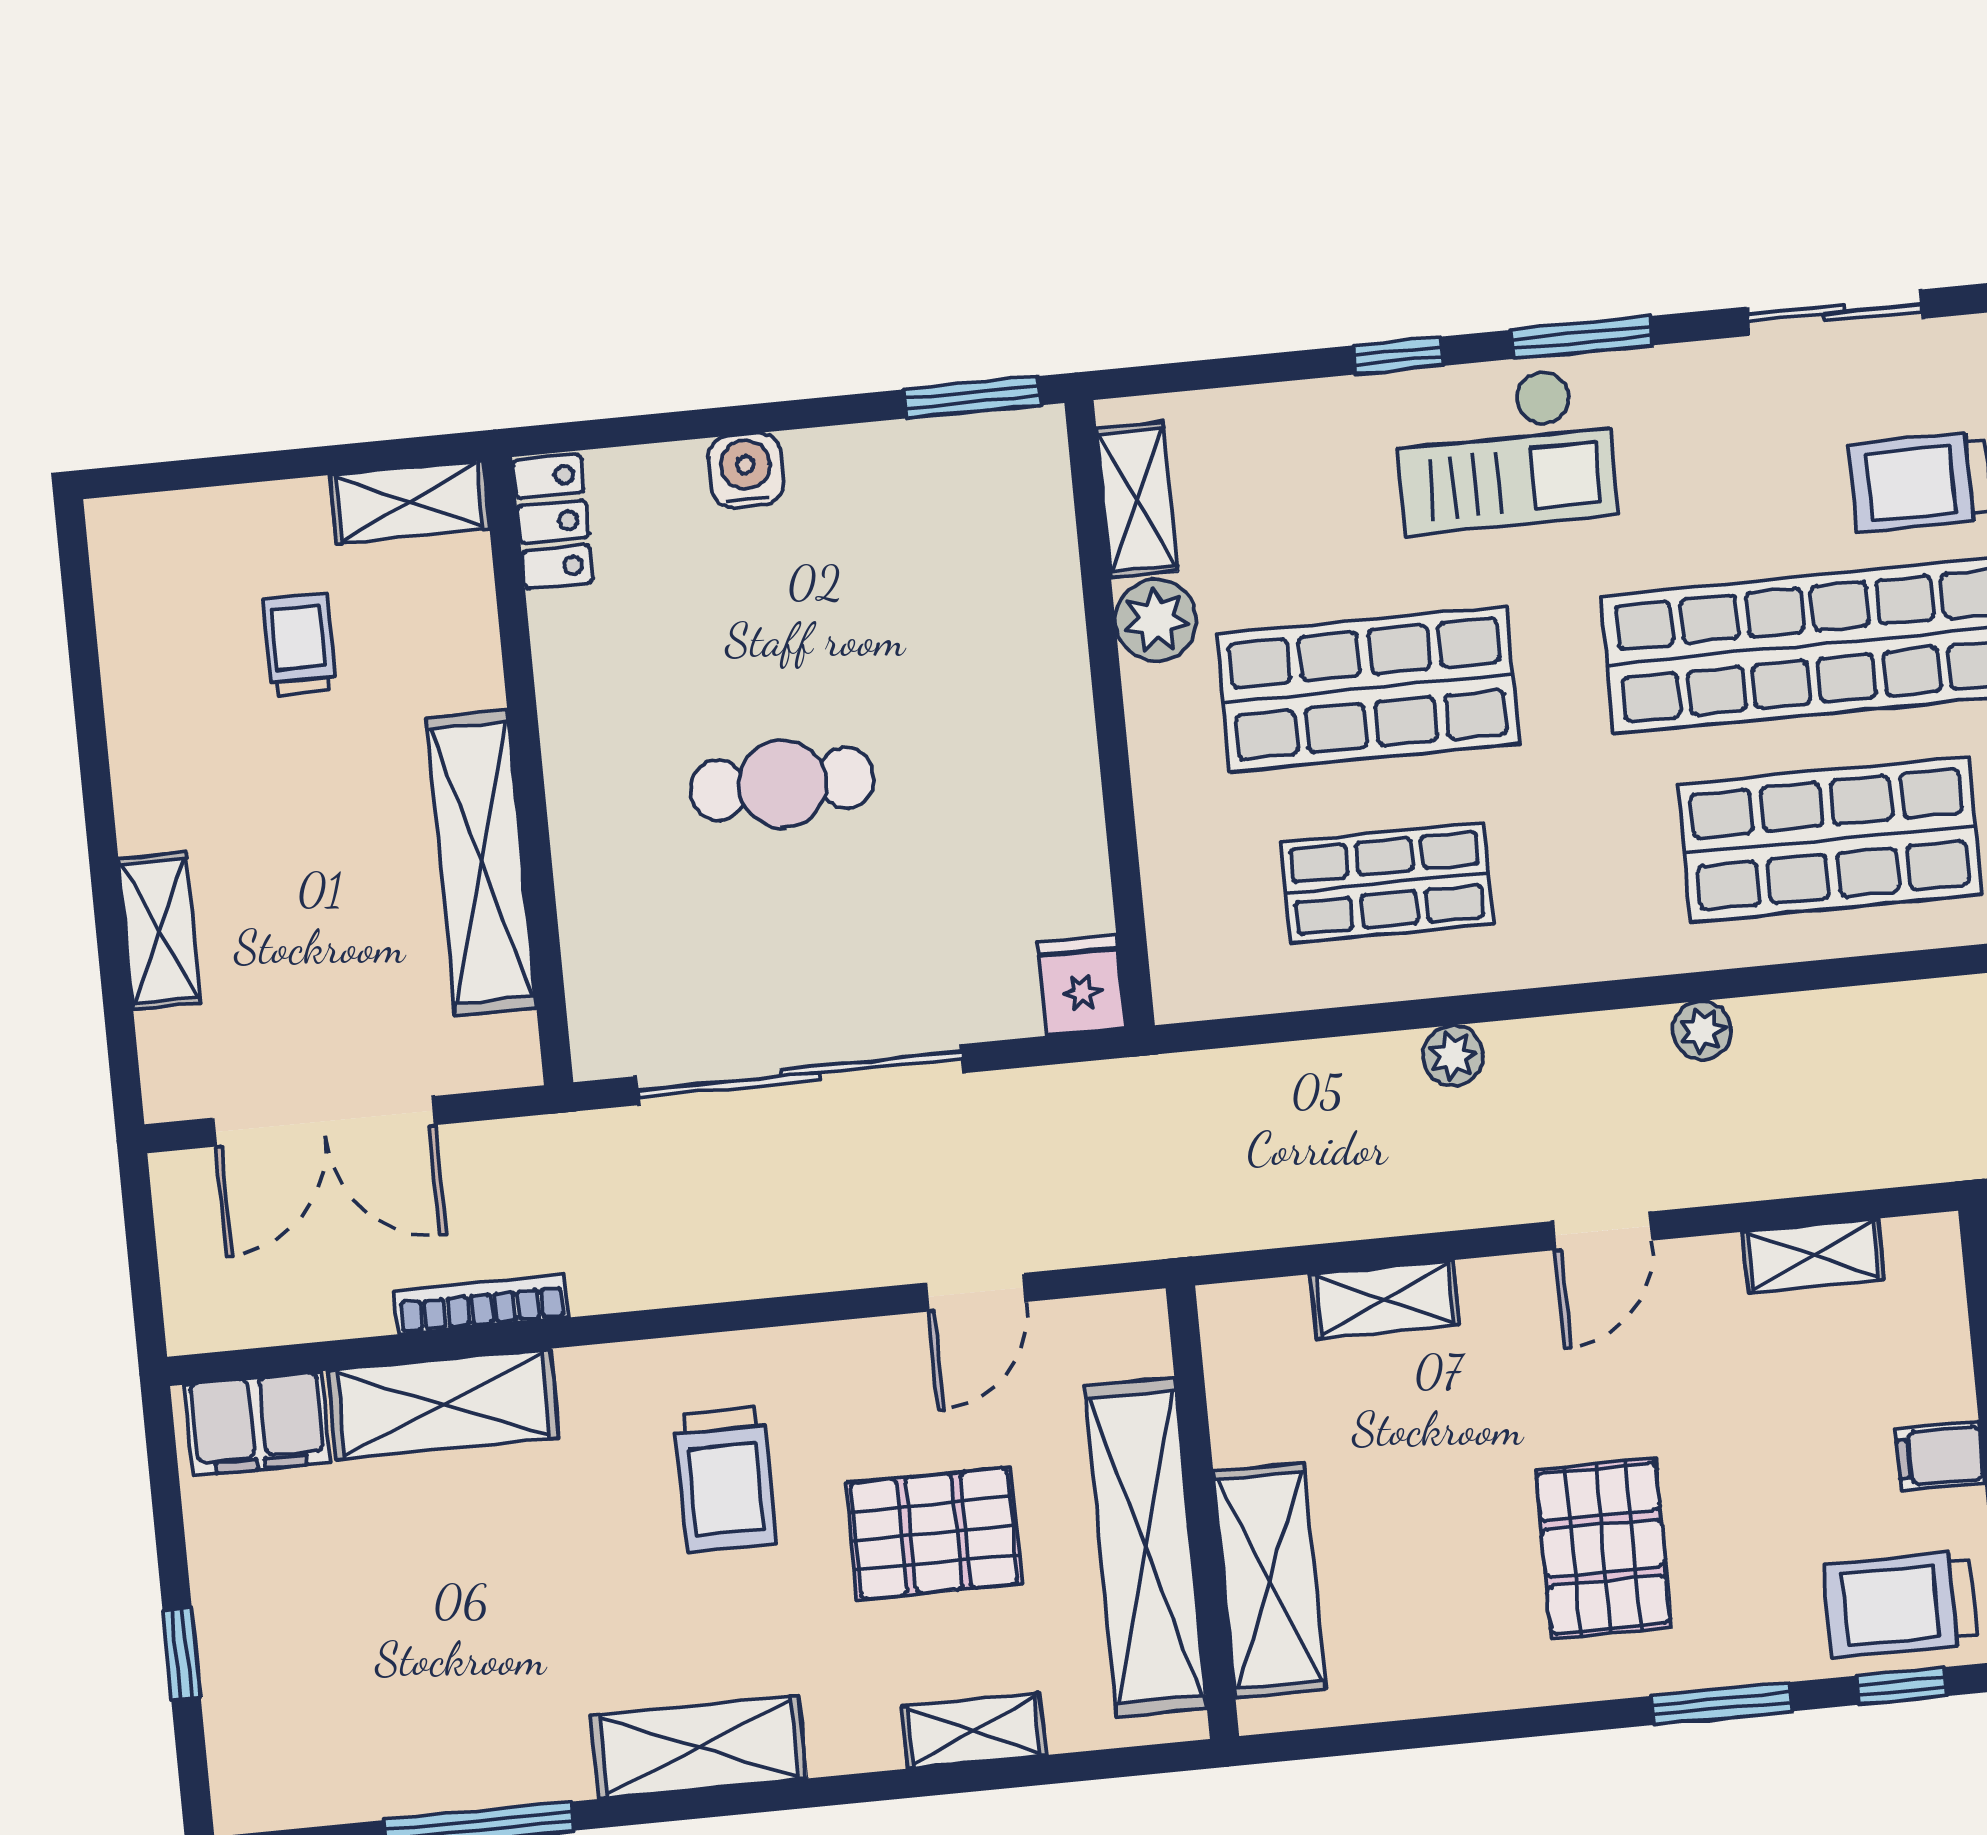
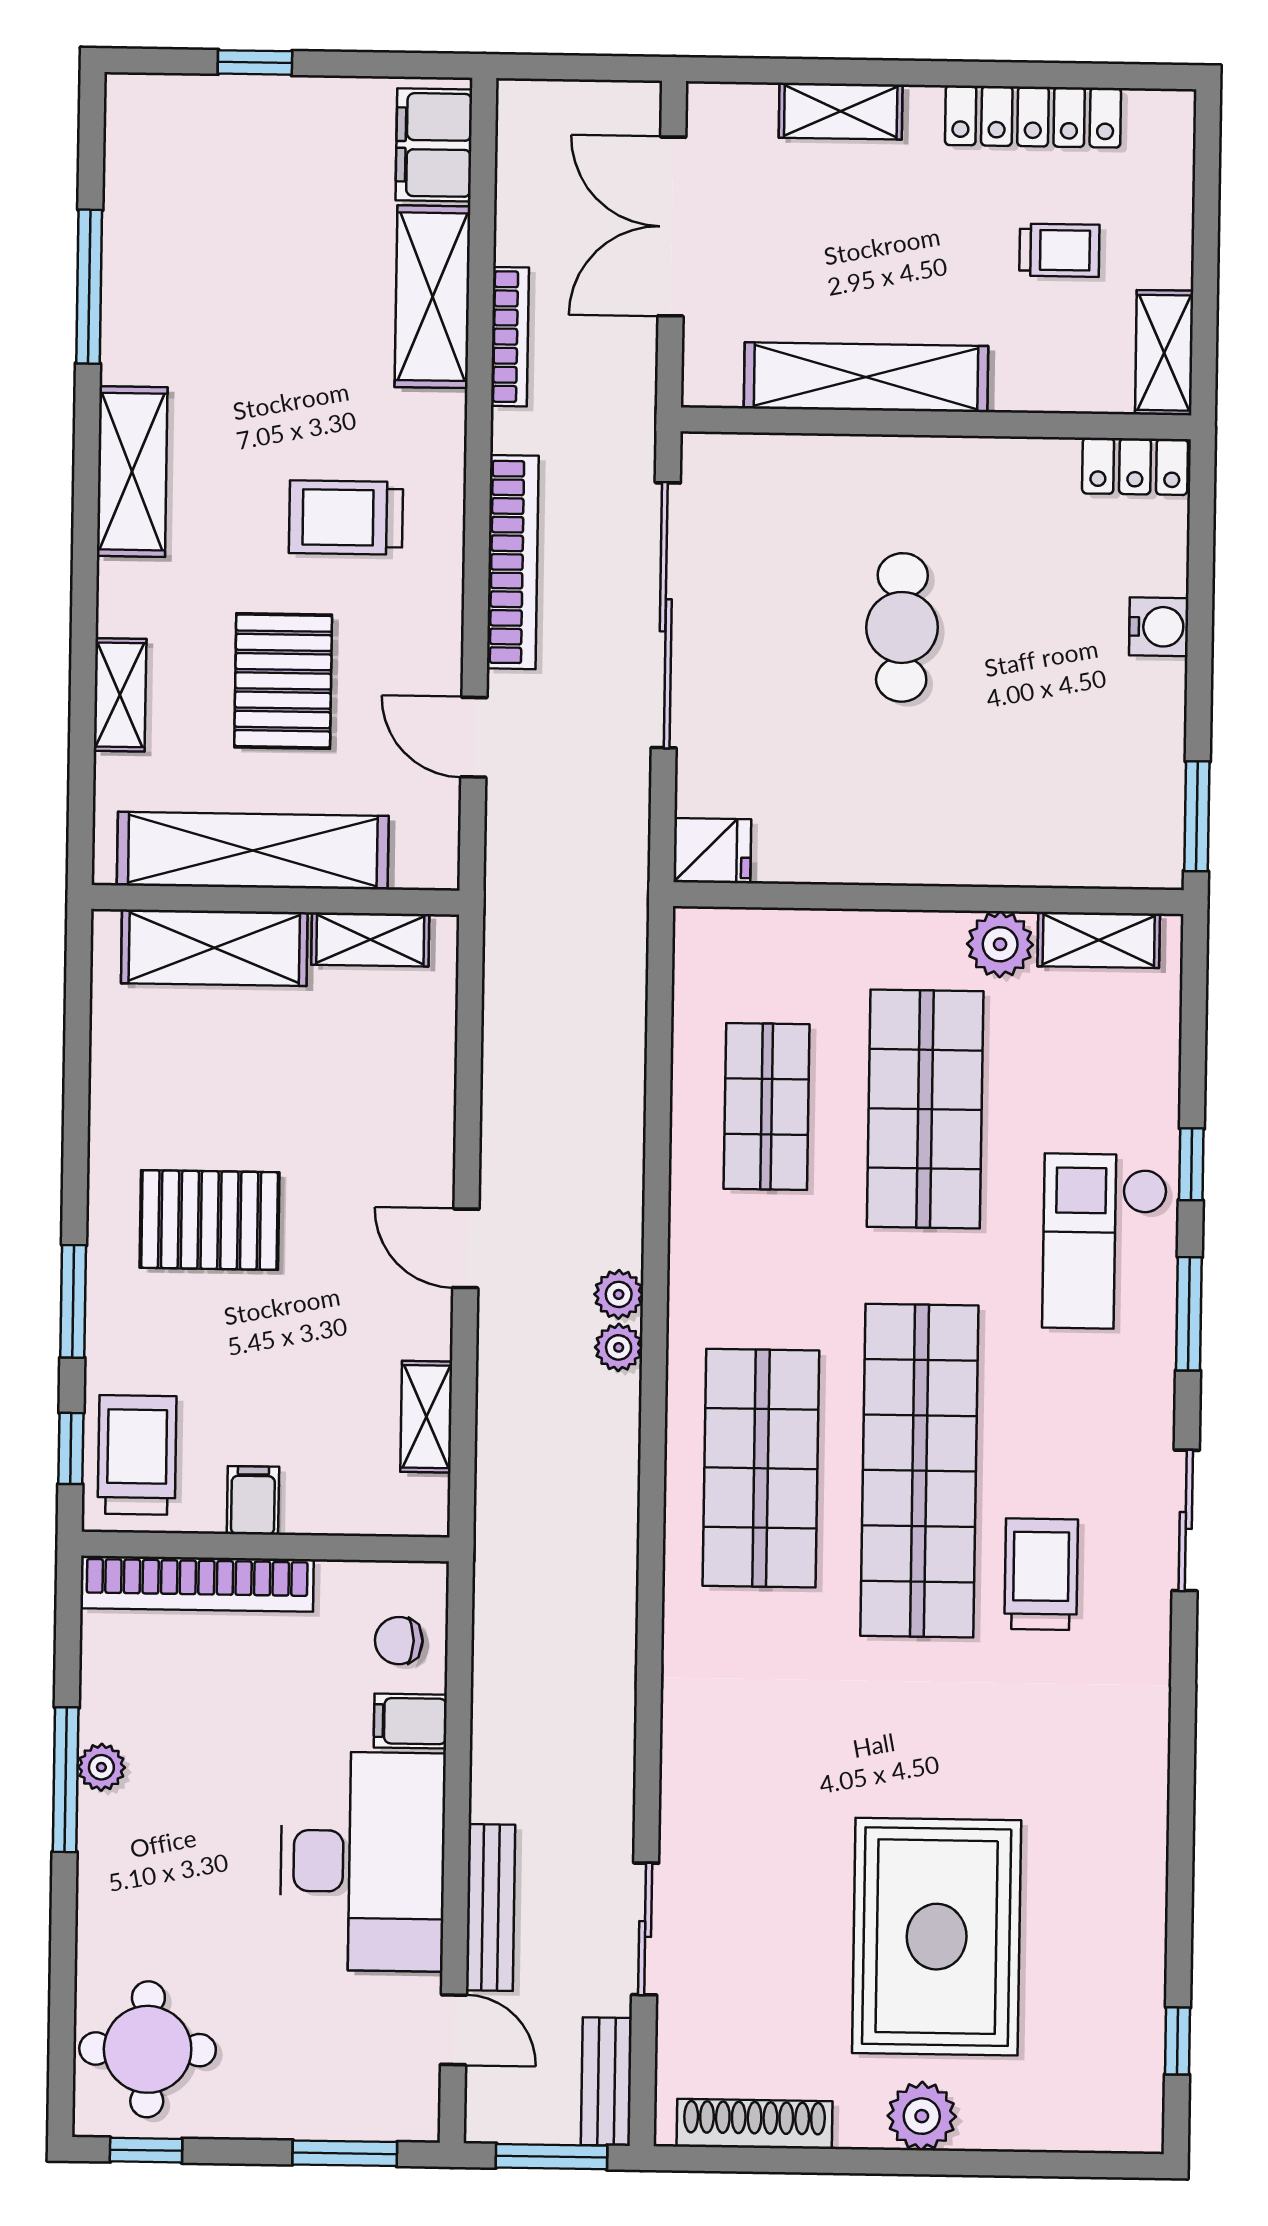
locker: (139, 695) -> (1033, 116), added
plant: (1453, 1056) -> (619, 1294), moved
bookcase: (756, 1269) -> (513, 562), added
shelving: (1385, 1299) -> (370, 939), moved, turned 90

